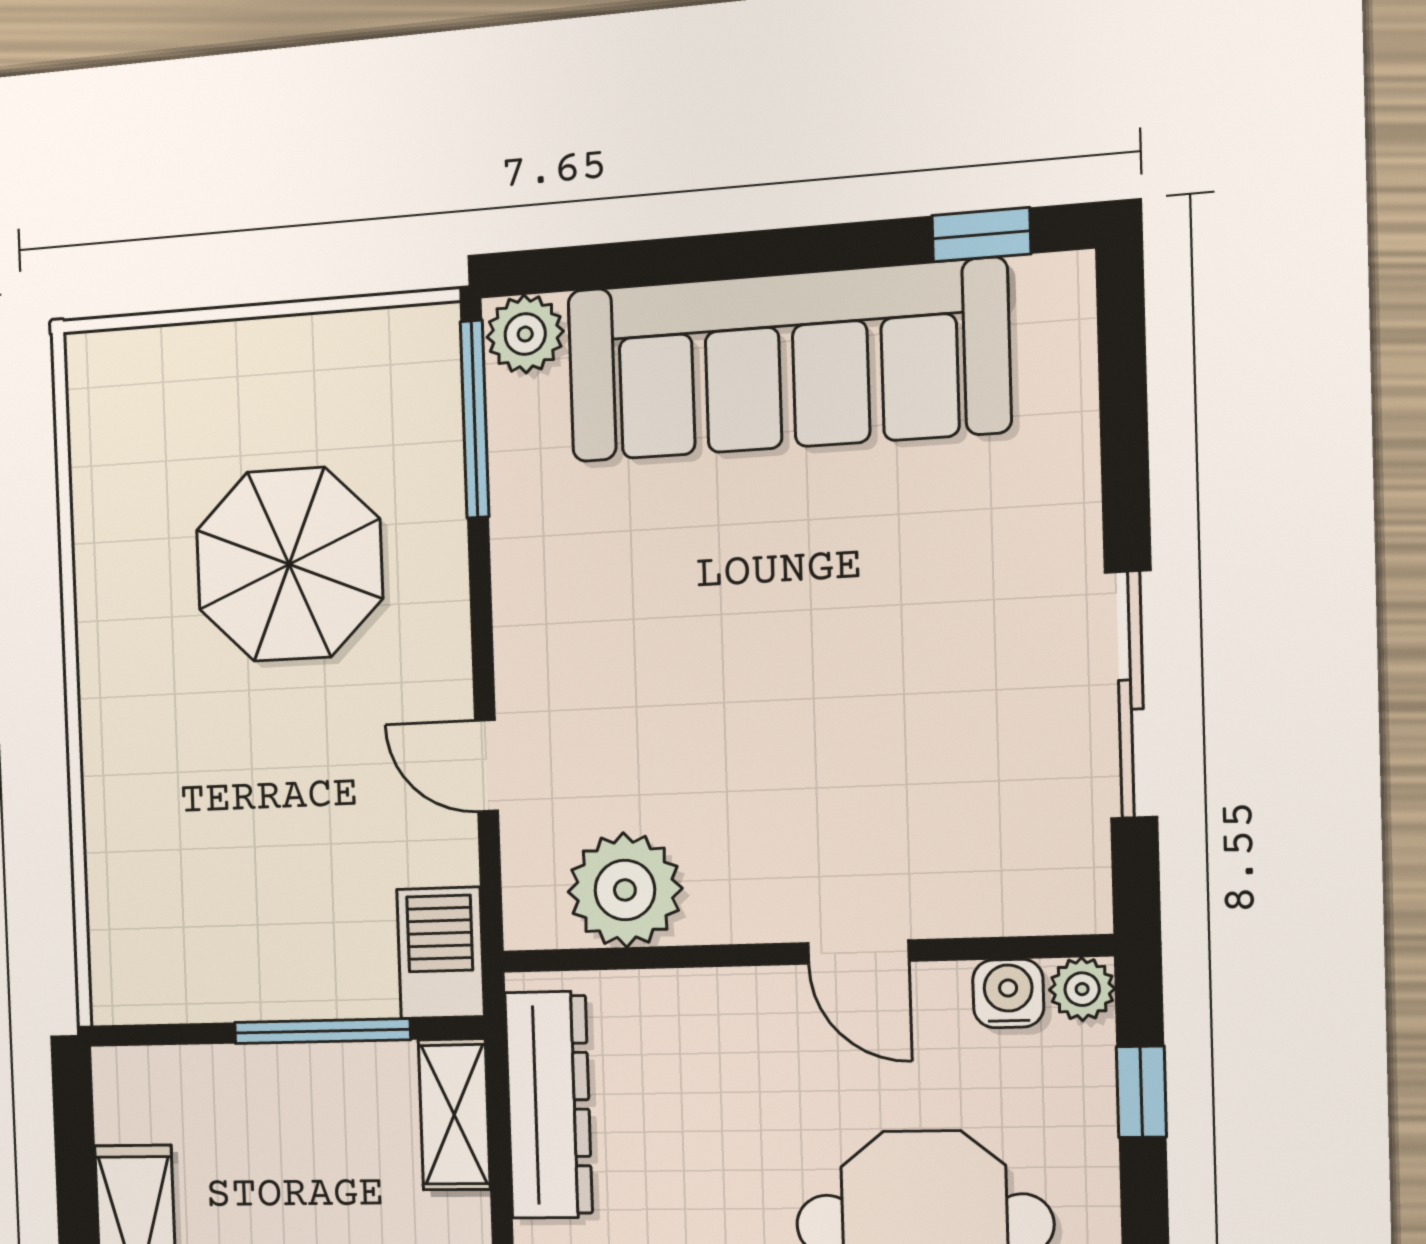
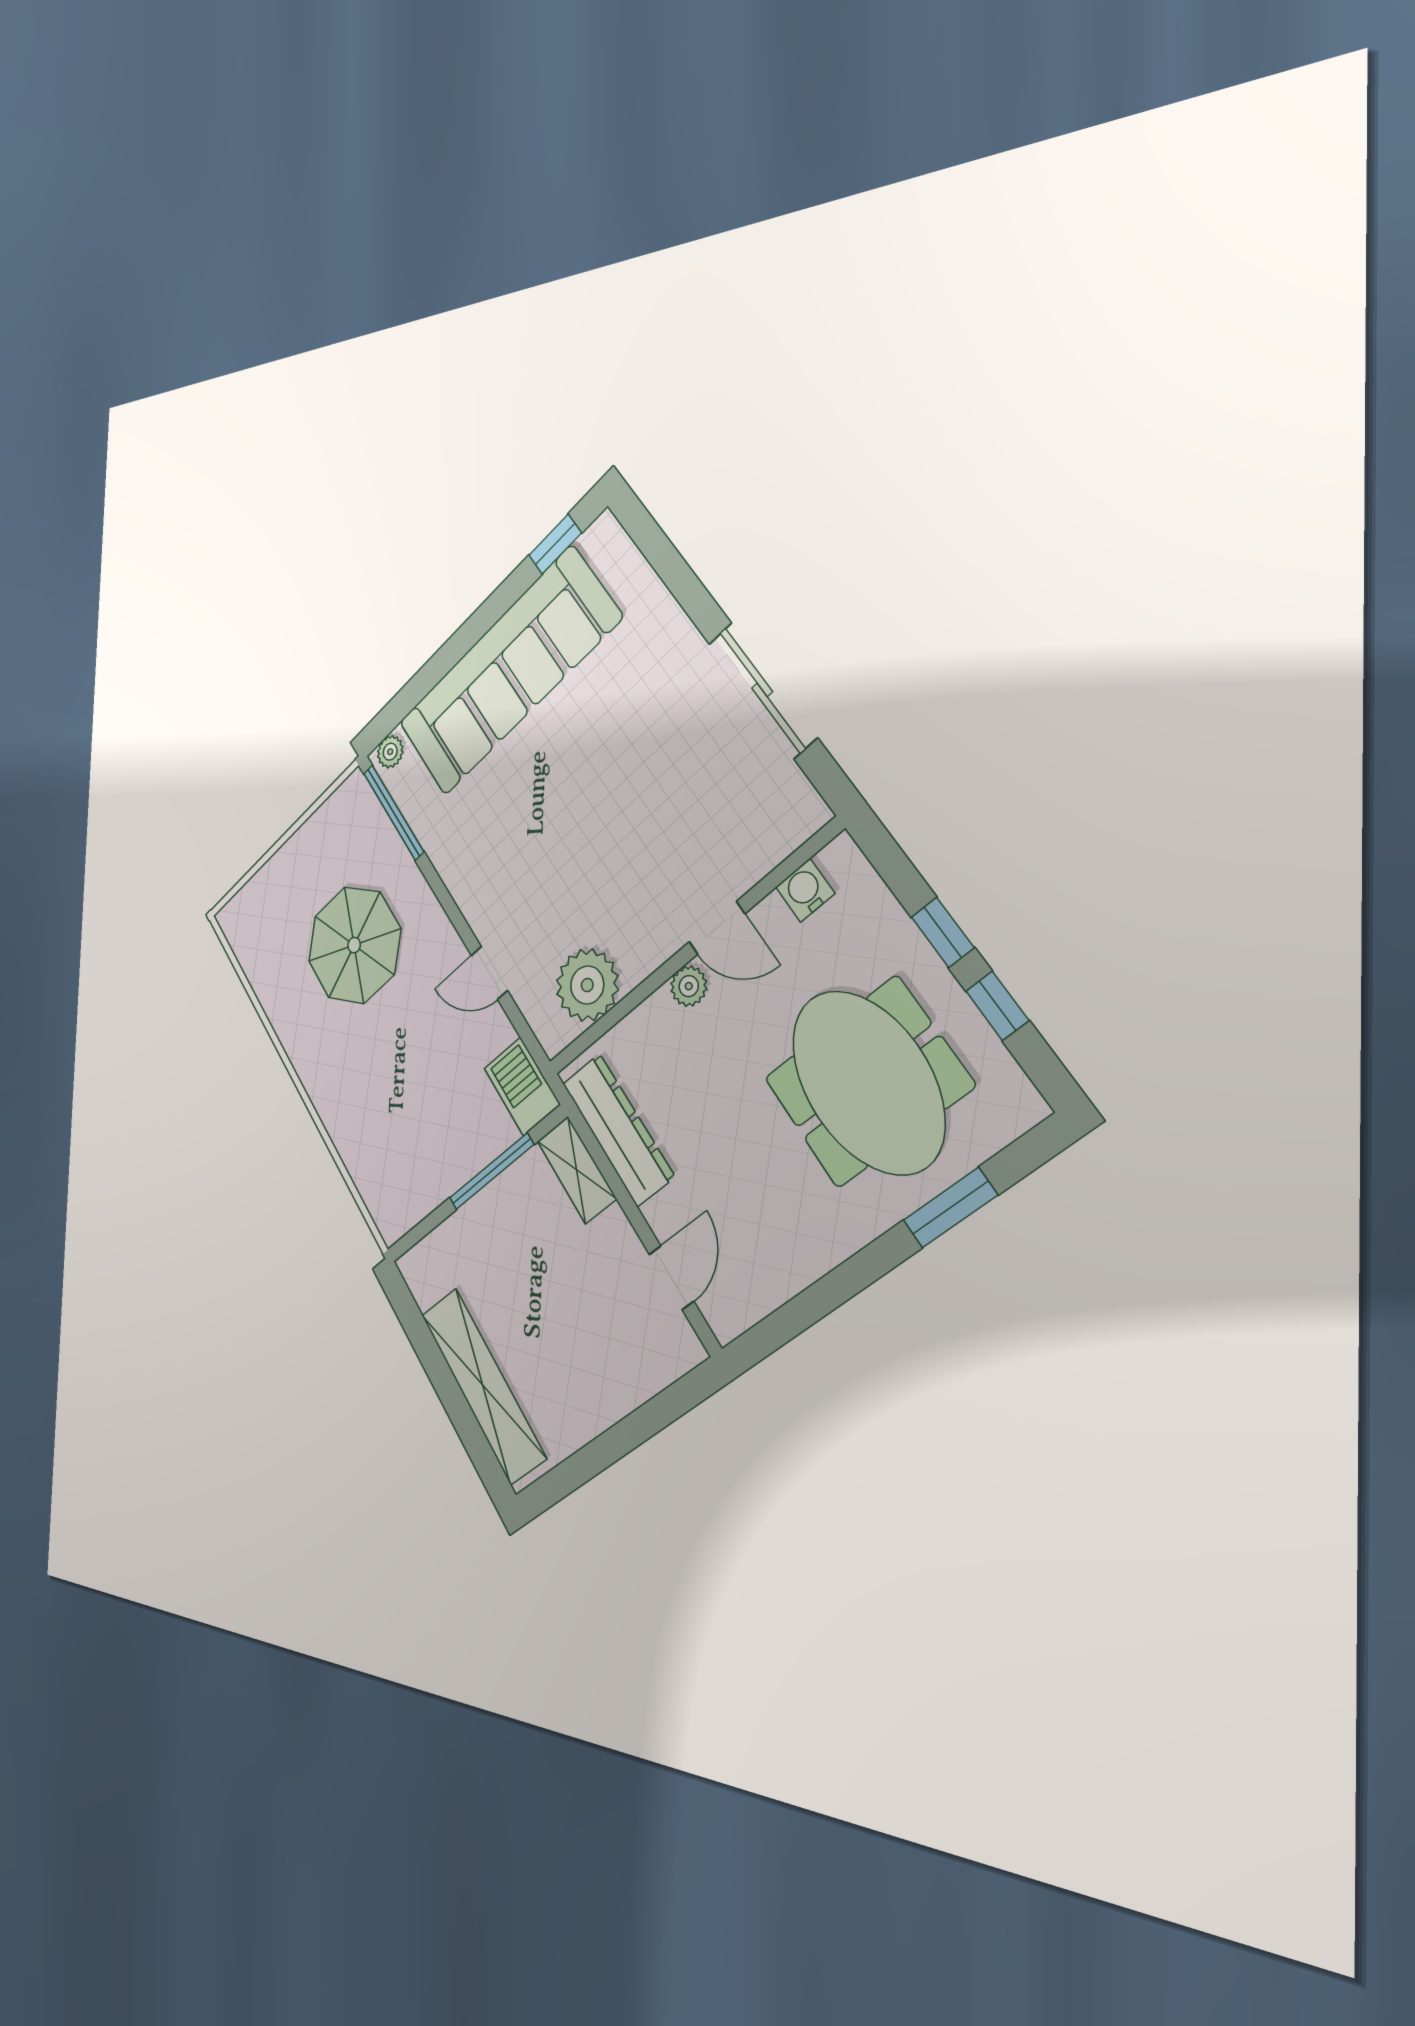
plant: (525, 334) -> (390, 752), width x0.73, depth x0.73
plant: (1082, 989) -> (689, 986), moved
window: (1141, 1092) -> (943, 932), moved

